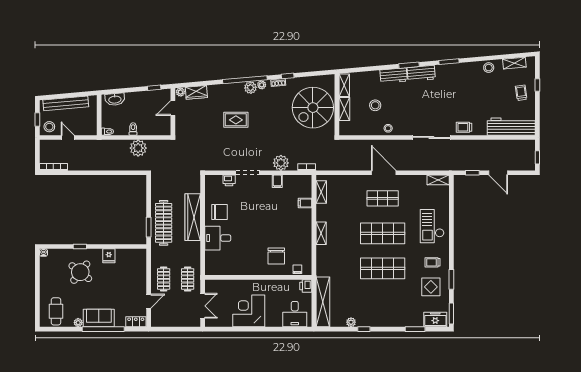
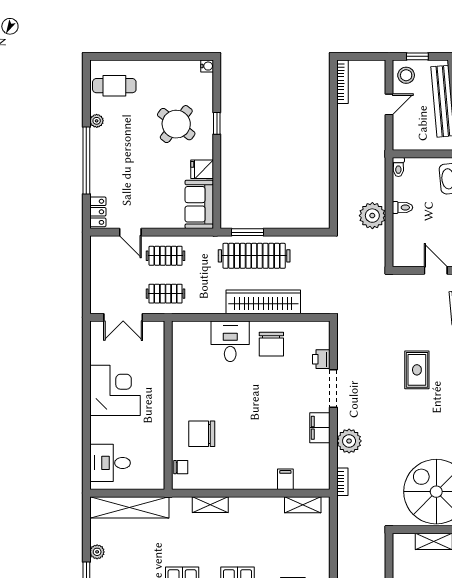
filing cabinet: (277, 181) -> (320, 428), width x2.00
shelving: (321, 233) -> (210, 505), moved
printer: (306, 286) -> (154, 480), removed
sofa: (99, 318) -> (199, 204), moved, turned 180

